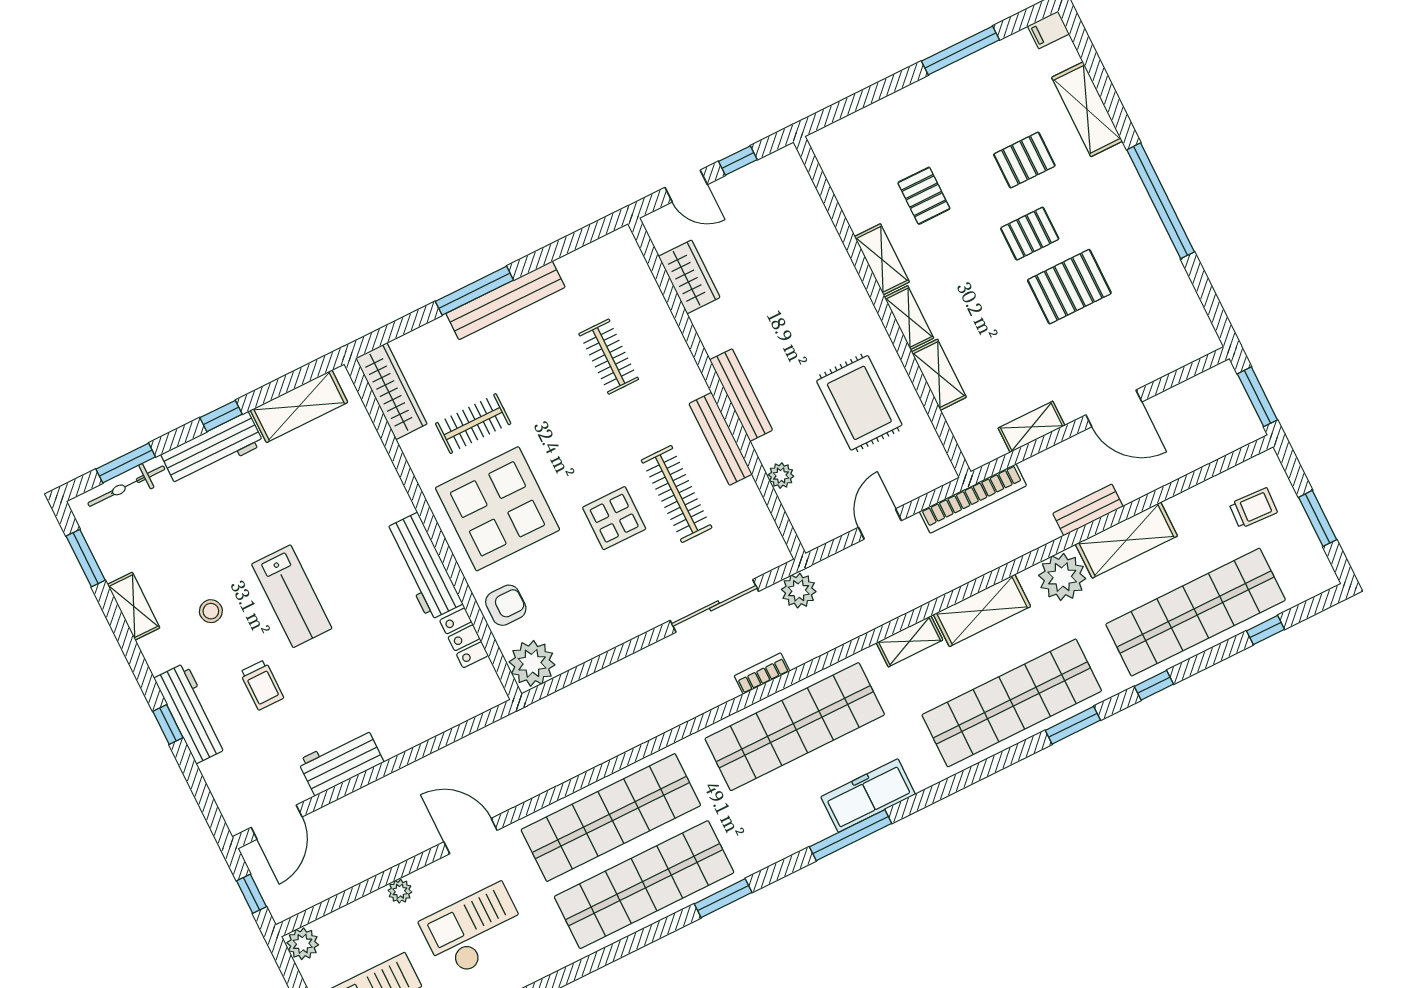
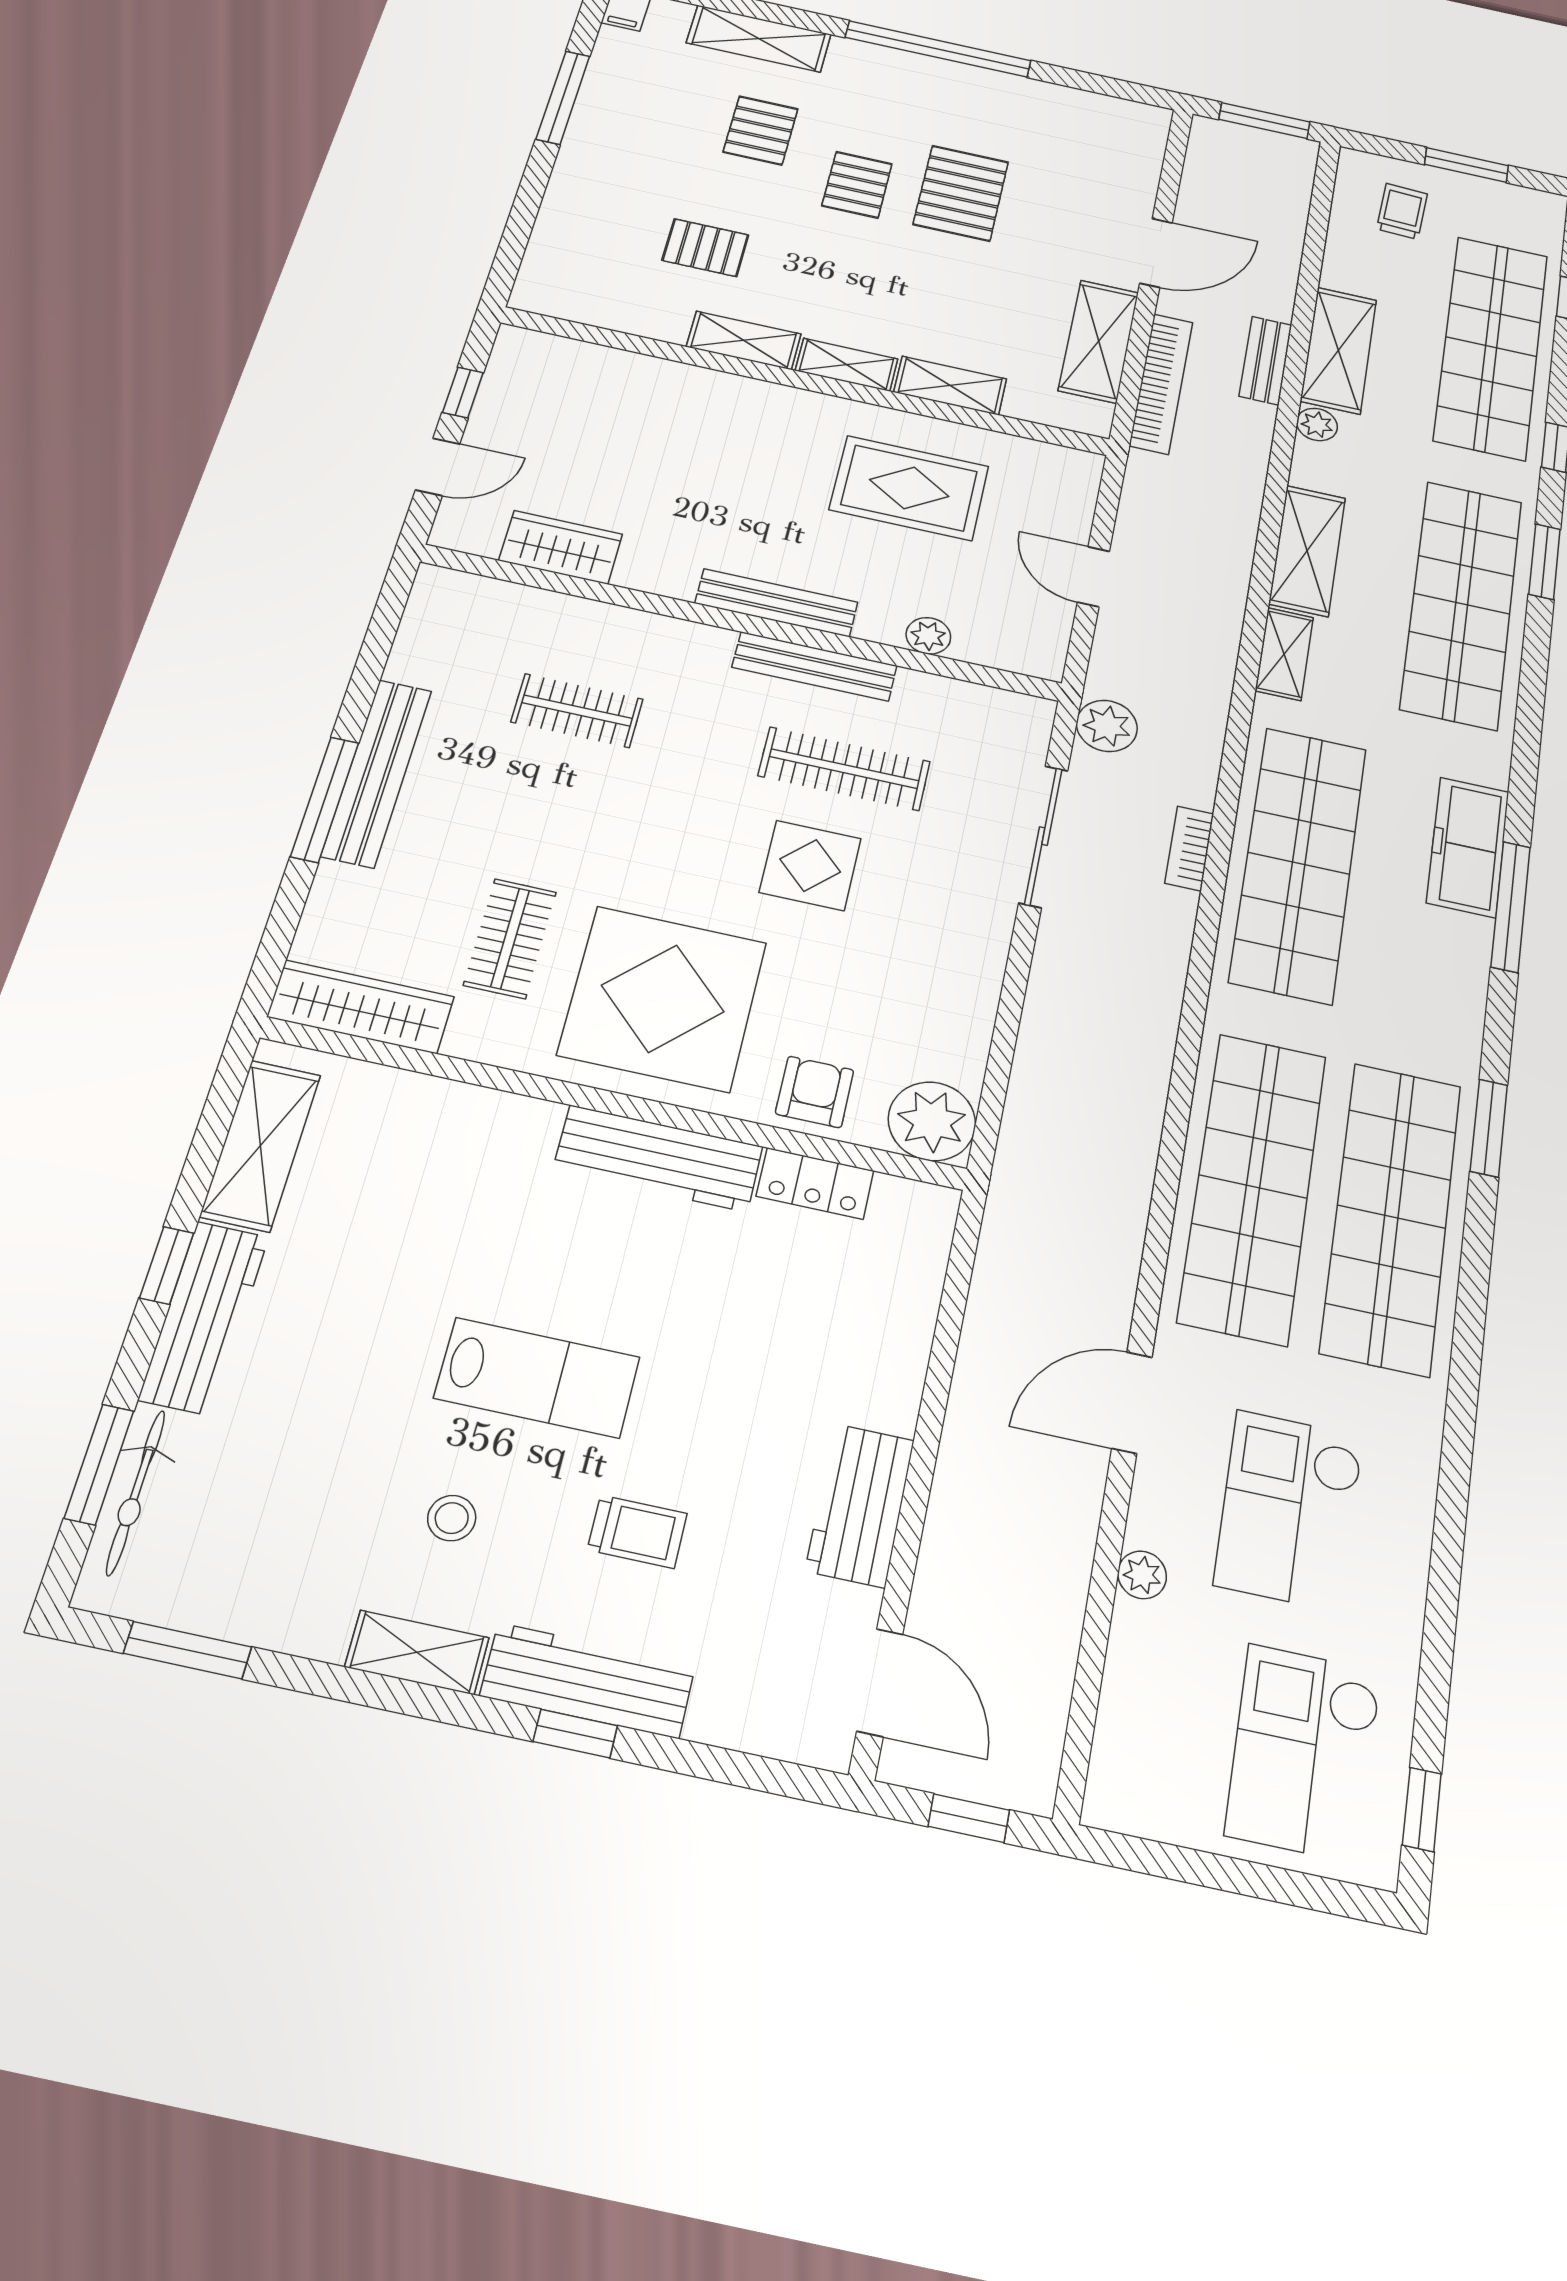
shelving: (1031, 427) -> (1099, 341), width x1.50, depth x1.33
bookcase: (973, 499) -> (1161, 383), moved
plant: (1062, 577) -> (1317, 424), width x0.53, depth x0.53
shelving: (134, 606) -> (417, 1652), moved
plant: (303, 944) -> (1117, 1799), removed

